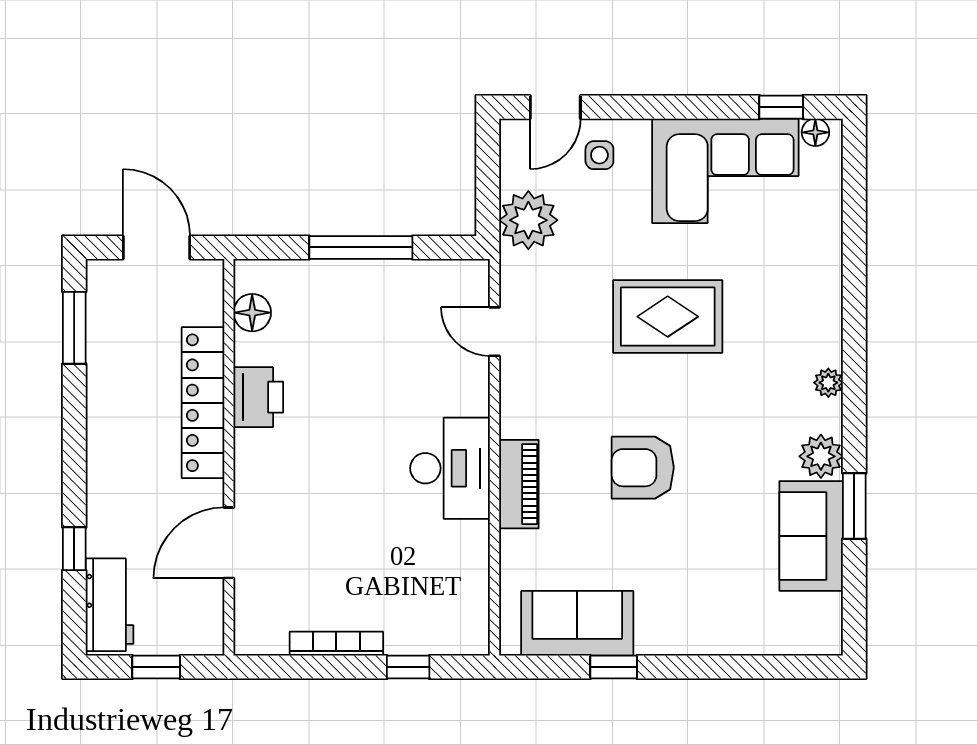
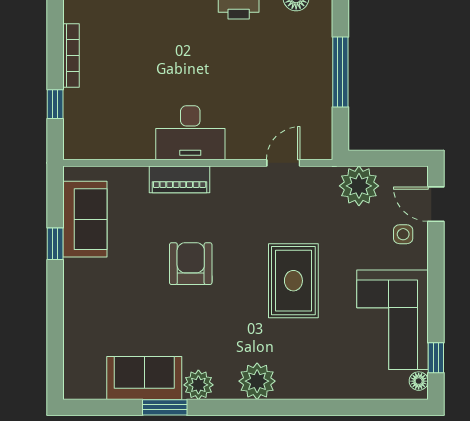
plant: (828, 383) -> (257, 381), width x1.88, depth x1.88

